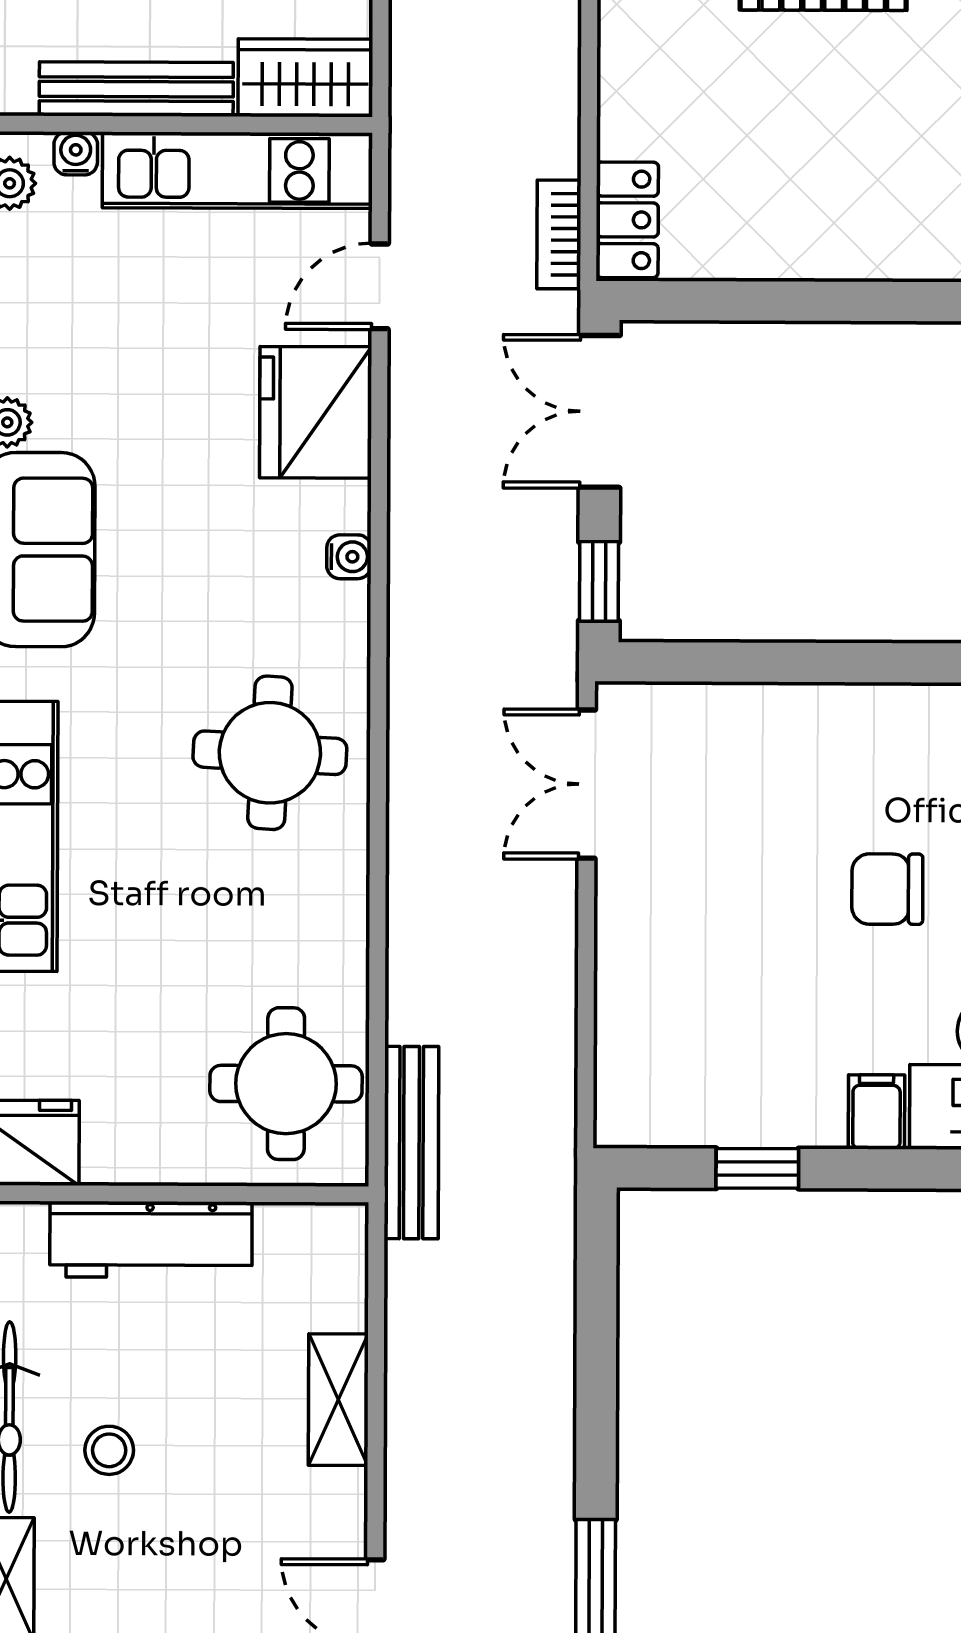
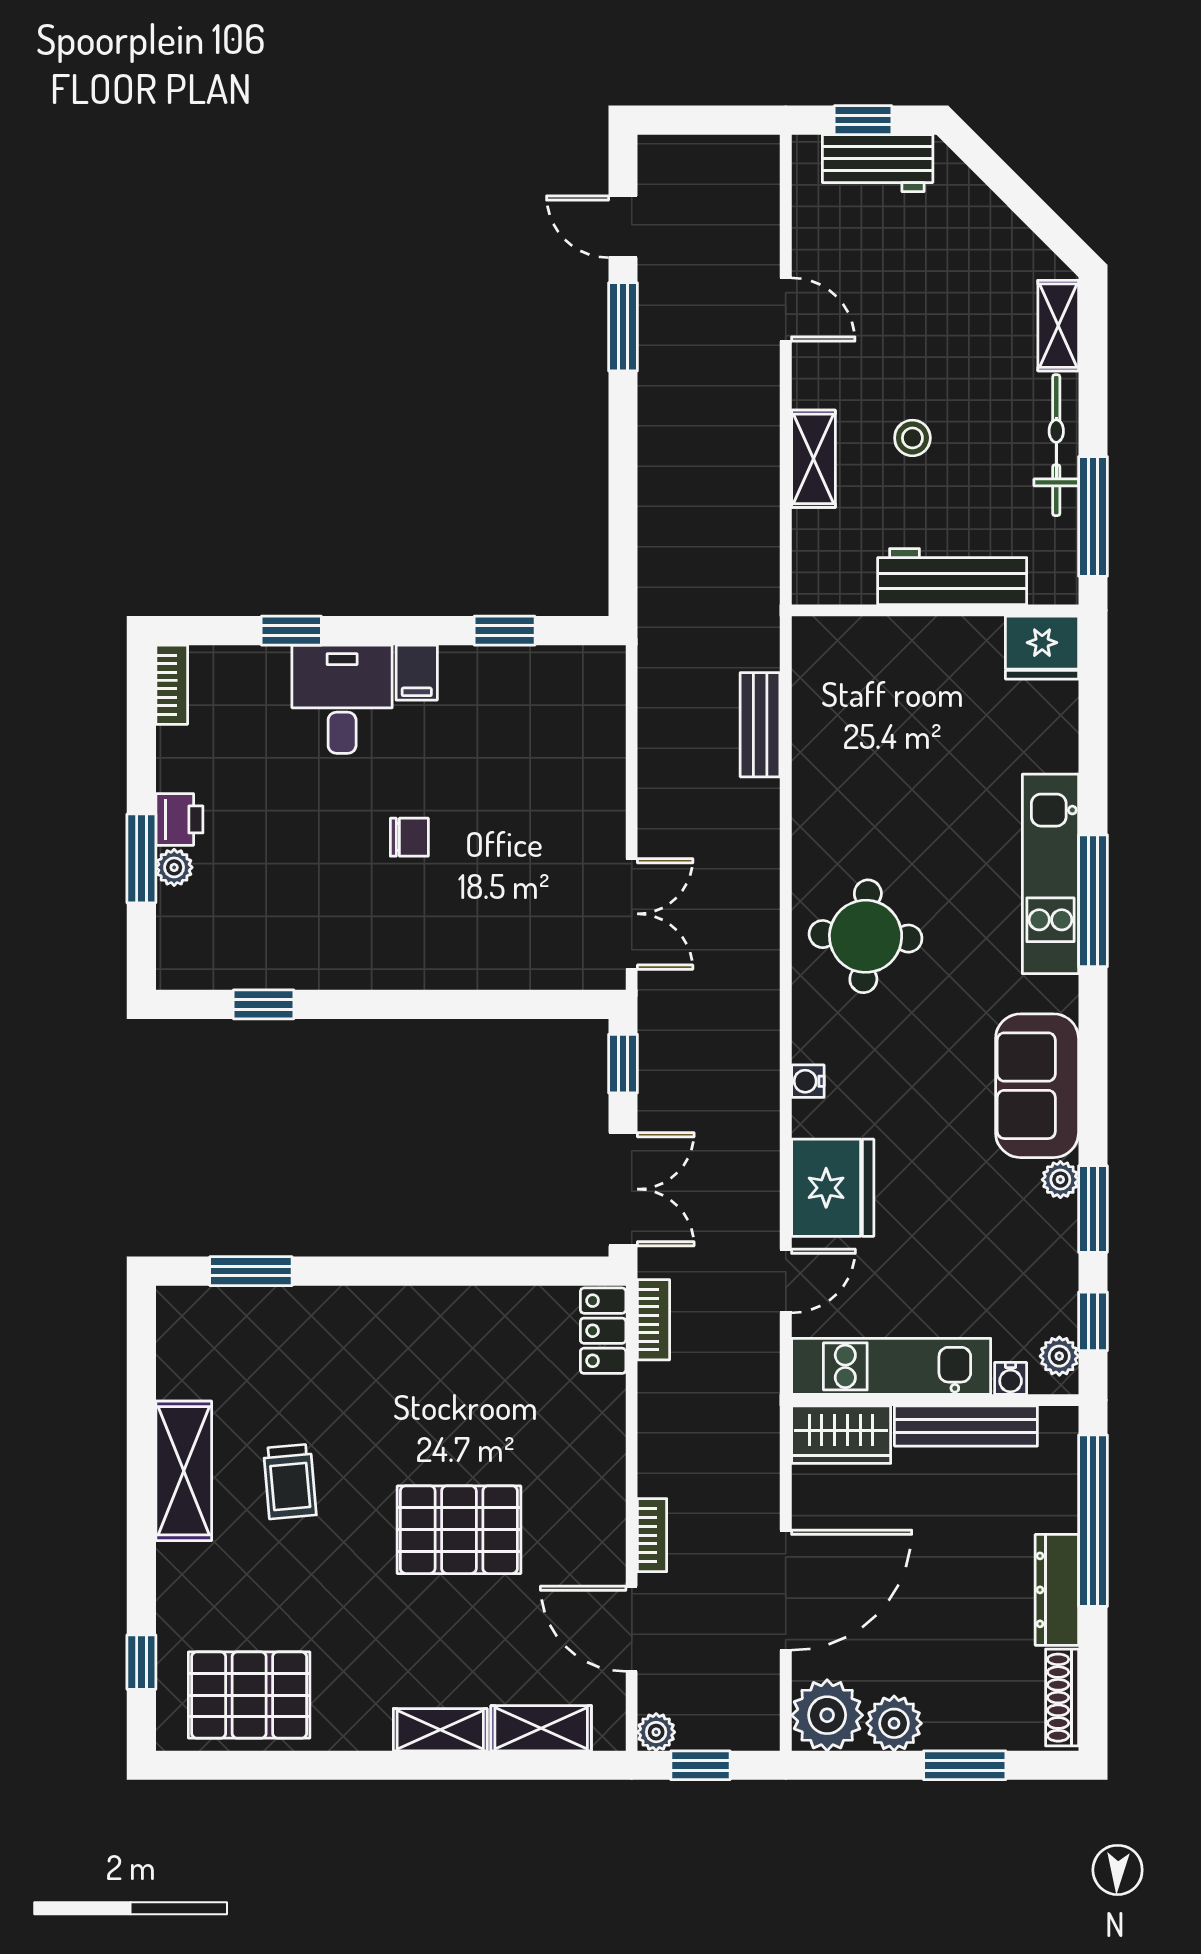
chair: (887, 889) -> (409, 837), width x0.73, depth x0.73
round table: (286, 1084) -> (853, 692), removed
bench: (411, 1143) -> (760, 725), moved, width x0.73
stool: (109, 1450) -> (912, 438), moved

